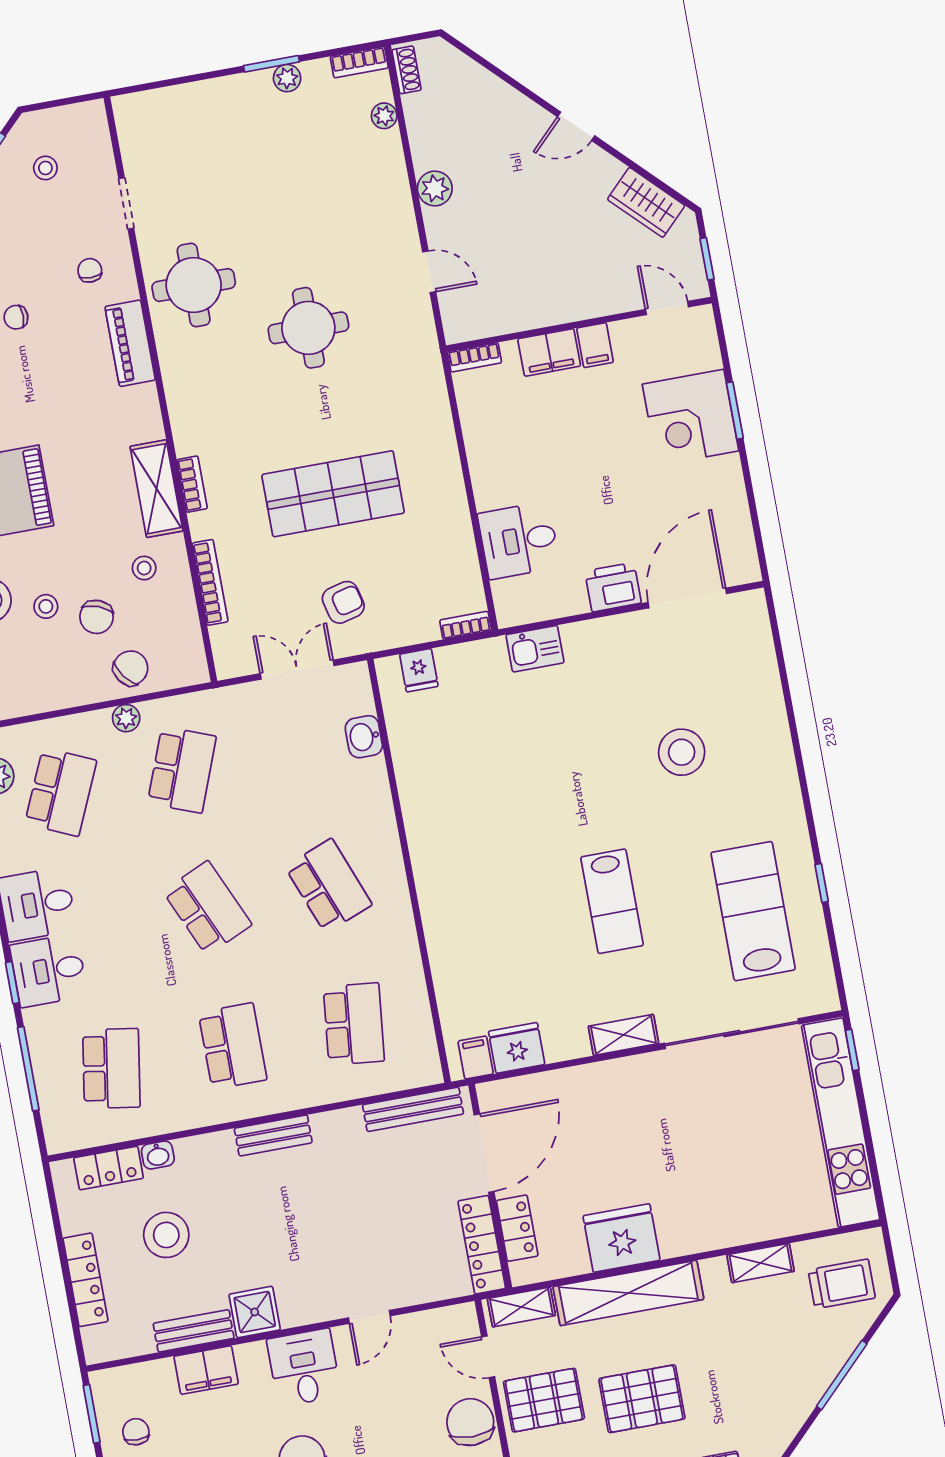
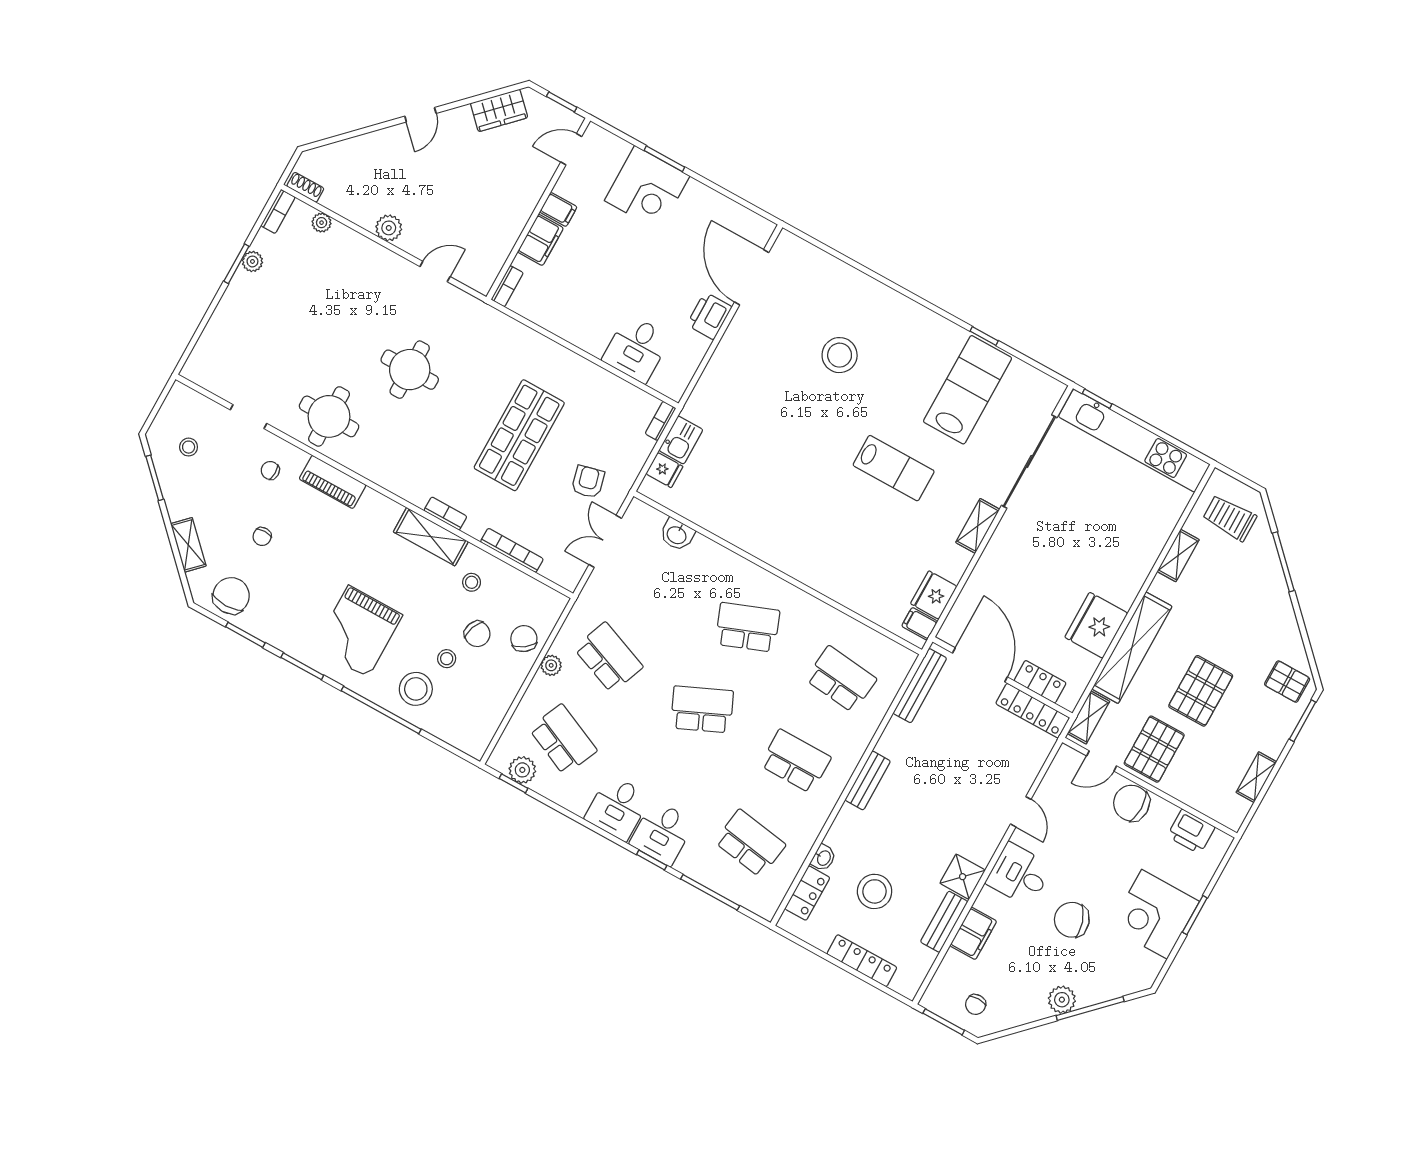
kitchen sink: (535, 649) -> (681, 440), moved
lab bench: (753, 911) -> (968, 390), turned 90
trolley: (842, 1284) -> (1230, 518), turned -90
chair: (136, 1432) -> (976, 1004), turned -90

